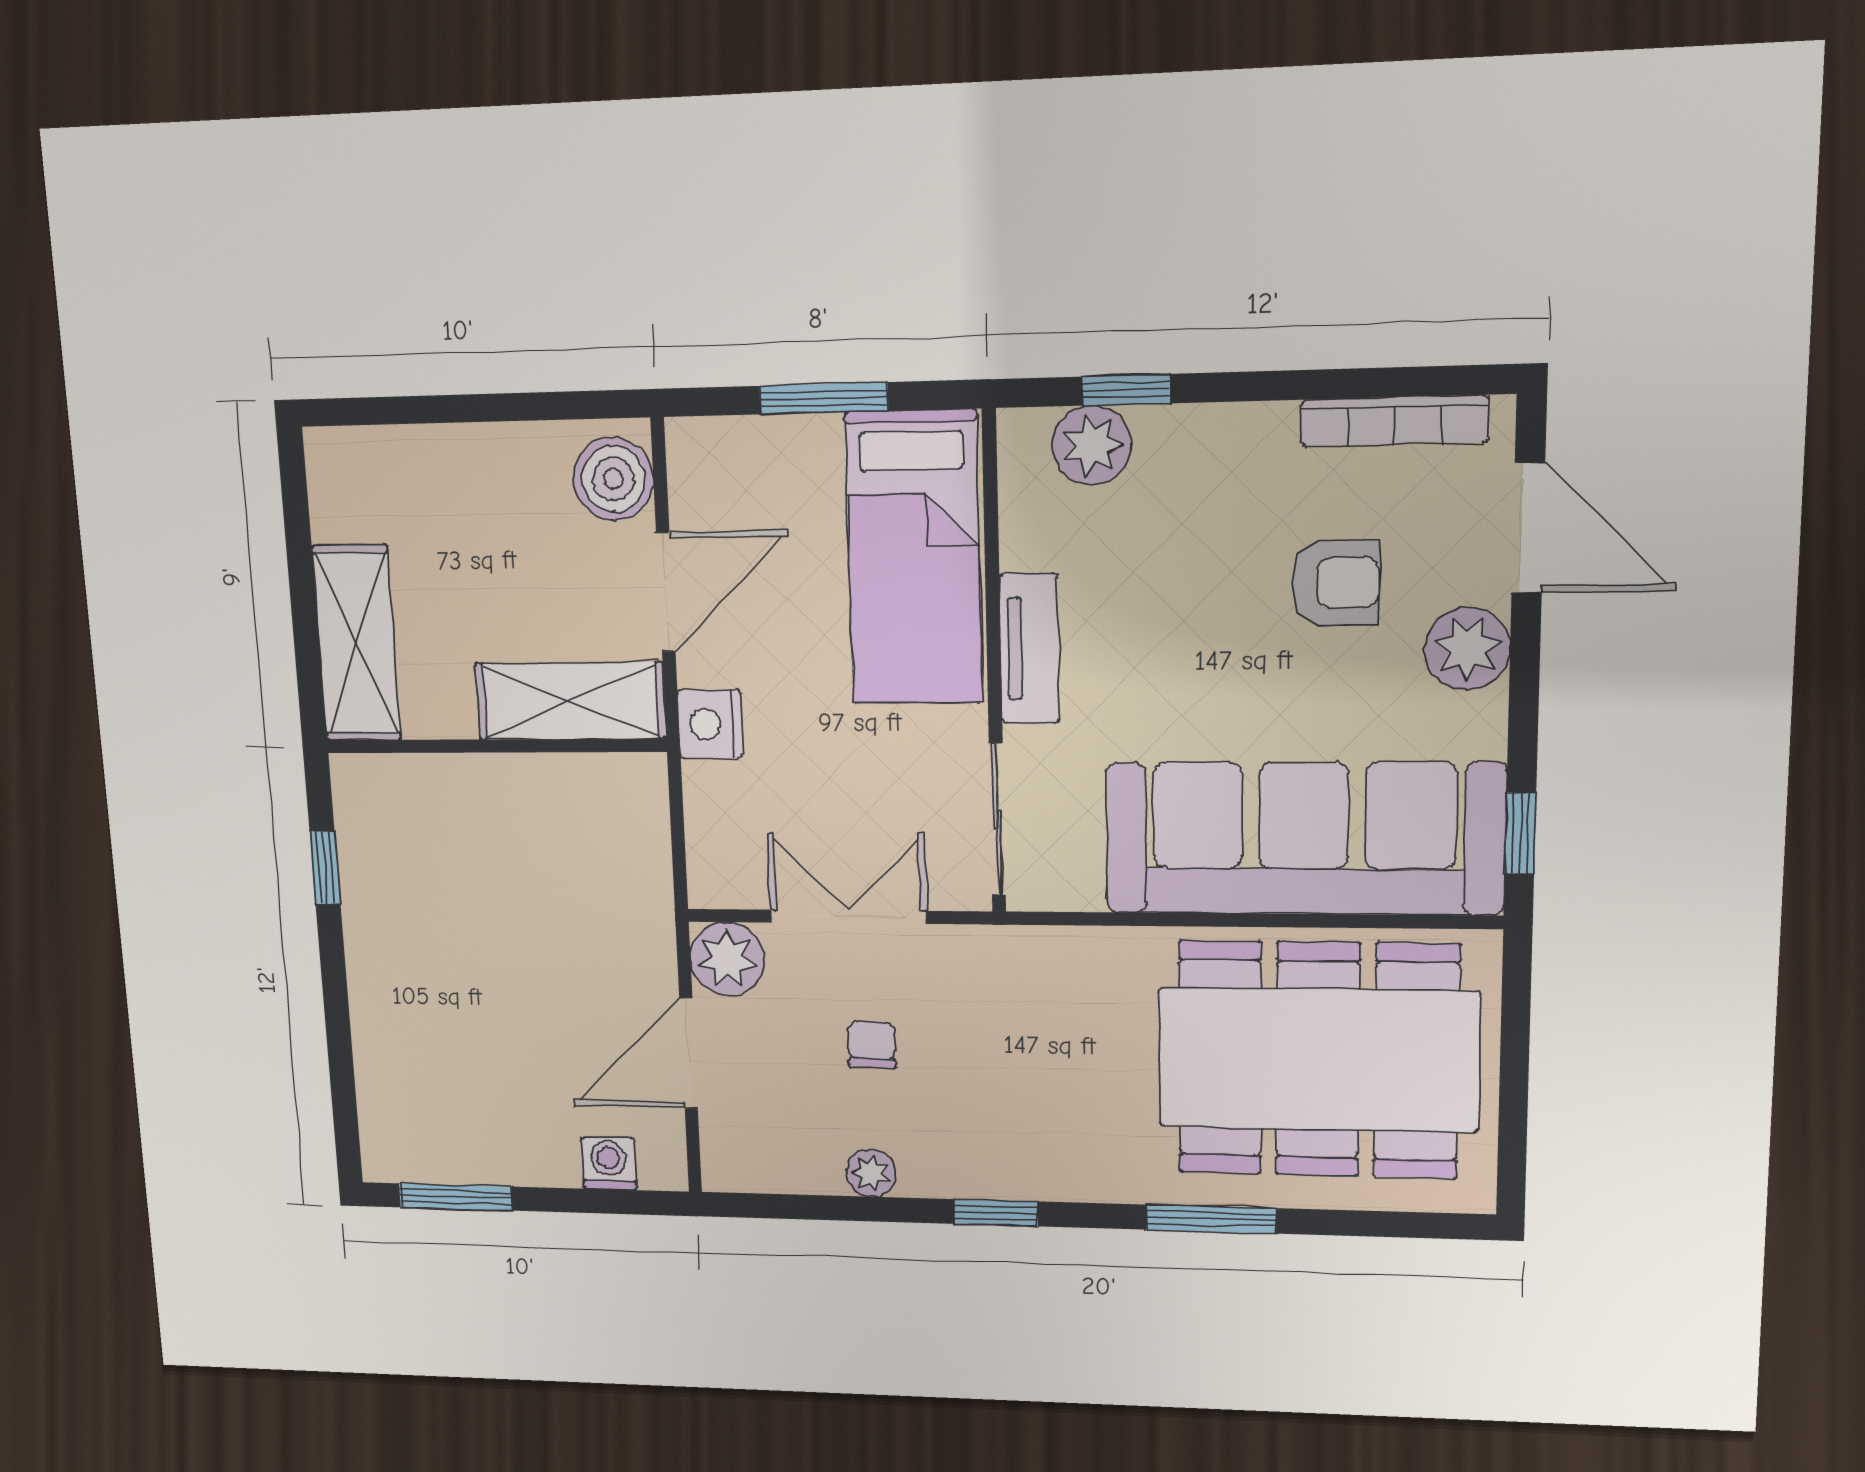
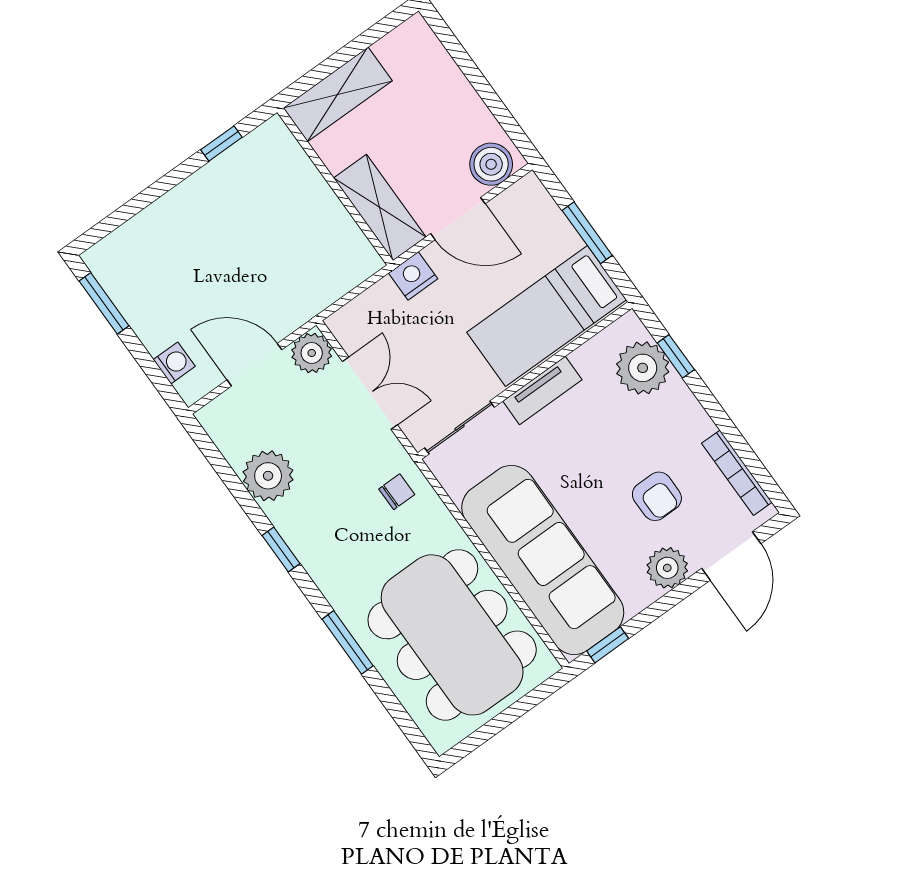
plant: (1092, 445) -> (643, 368), width x1.36, depth x1.36
chair: (872, 1045) -> (397, 492), moved
plant: (871, 1173) -> (268, 476), width x1.88, depth x1.88

